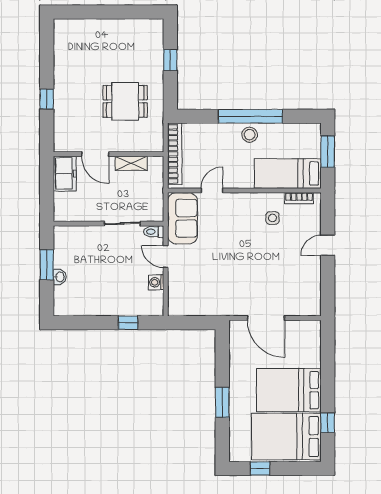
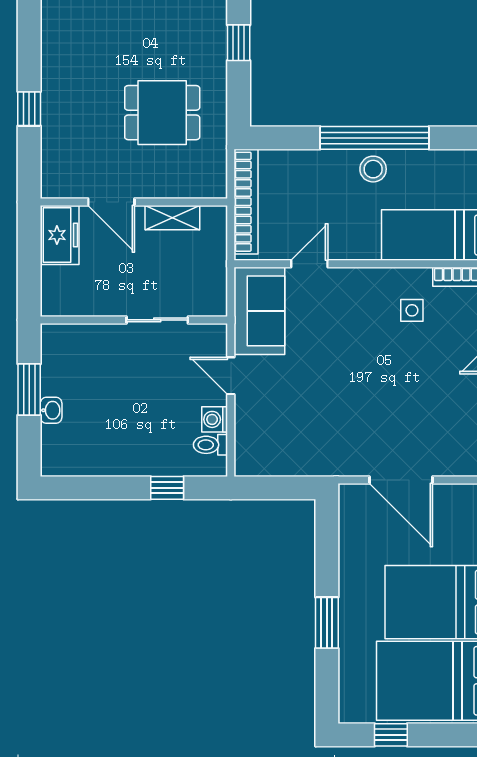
toilet: (154, 232) -> (210, 445), moved

